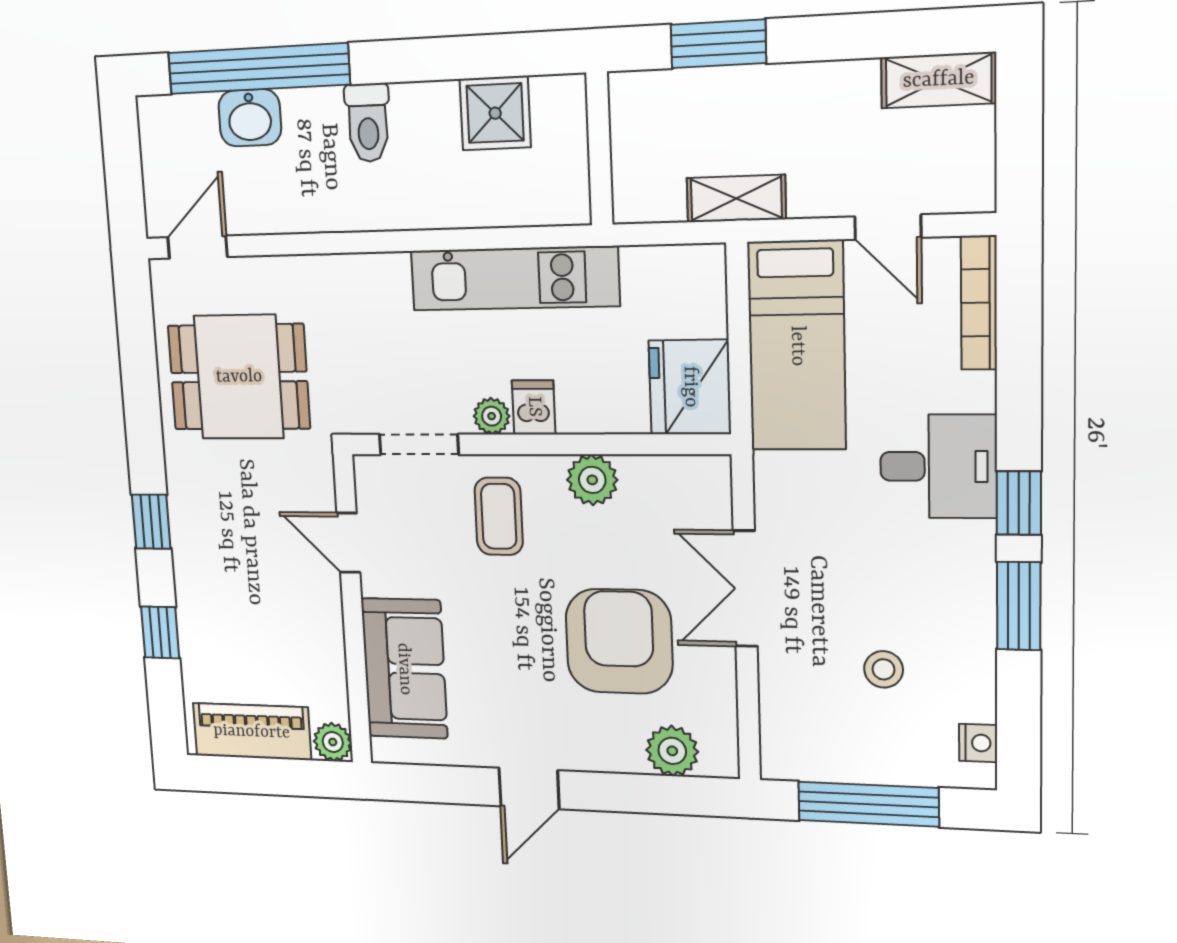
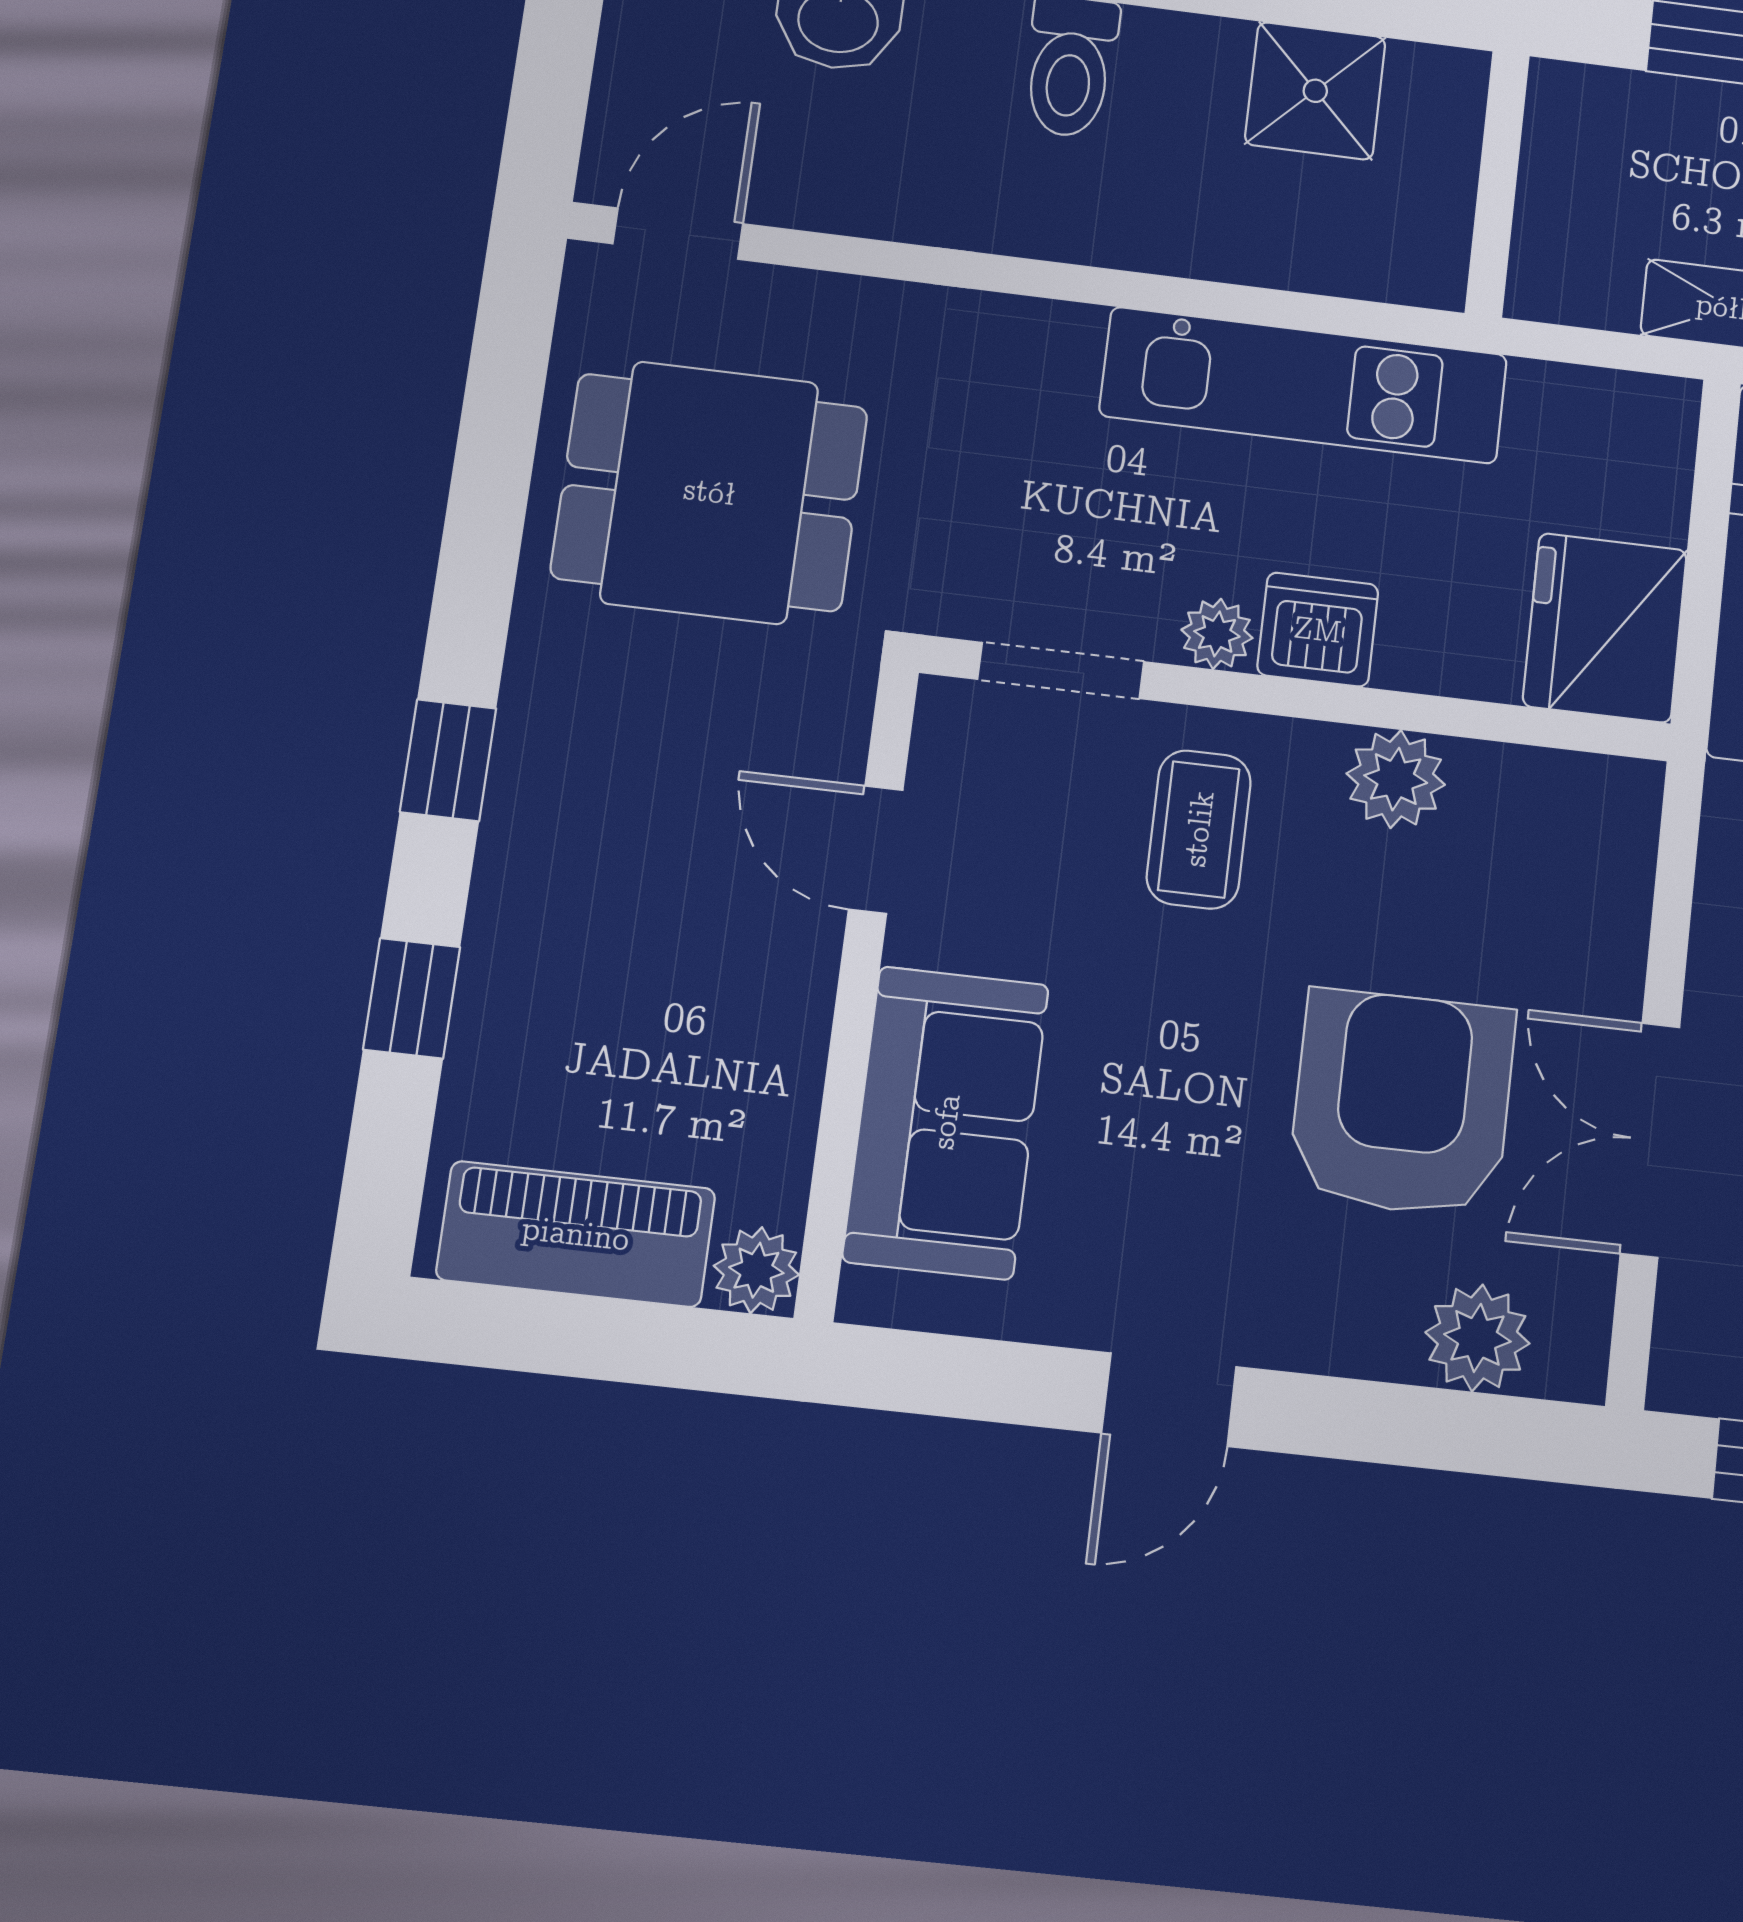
dishwasher: (534, 407) -> (1318, 630), width x1.38
double door: (745, 589) -> (1650, 1140), moved

